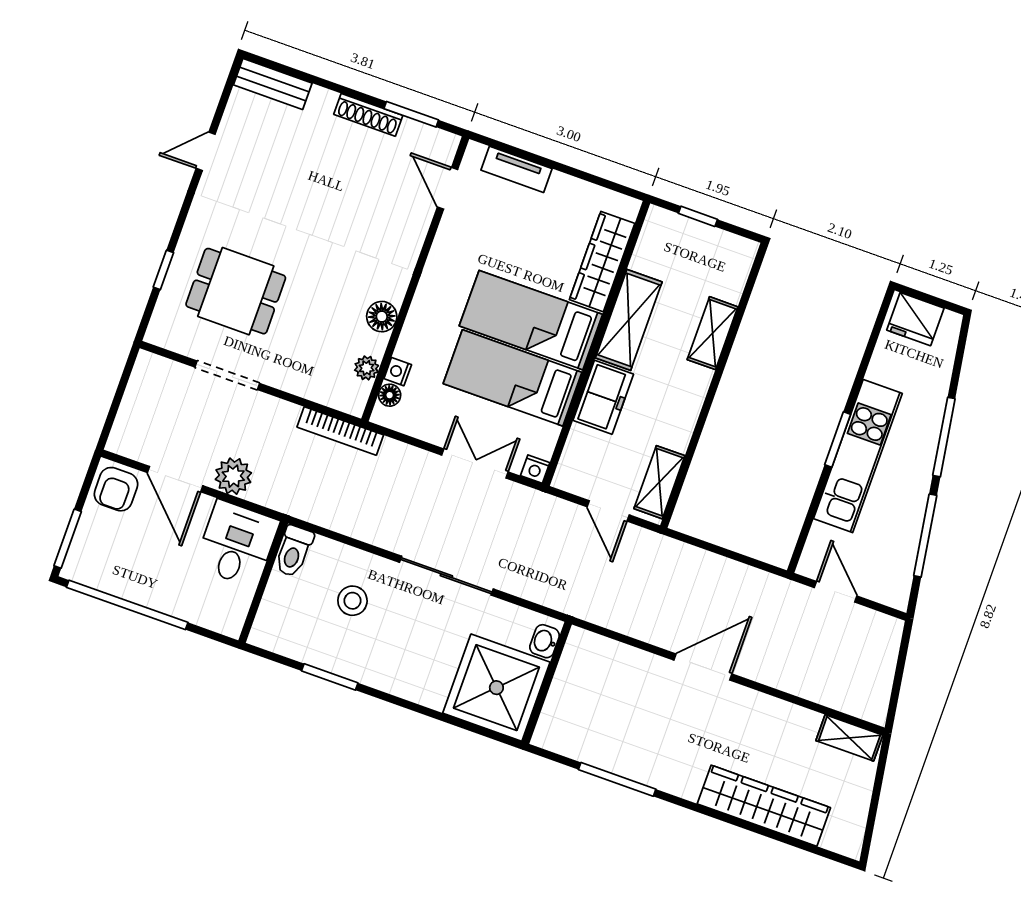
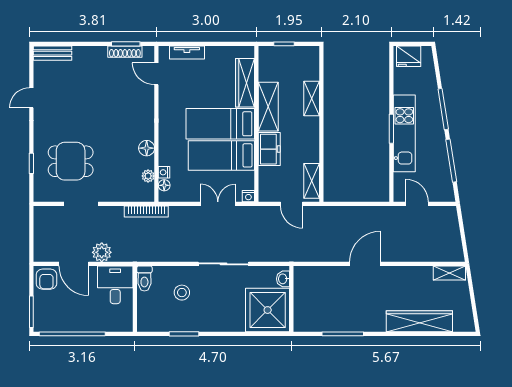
shoe rack: (368, 115) -> (125, 52), moved

